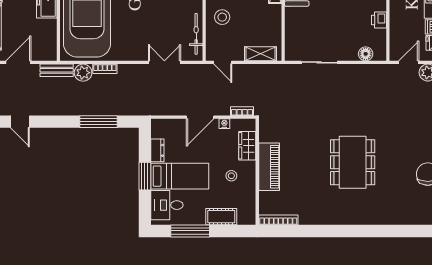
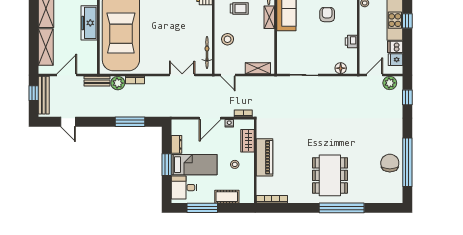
dining table: (353, 162) -> (330, 175), moved
window: (367, 231) -> (342, 208), added

